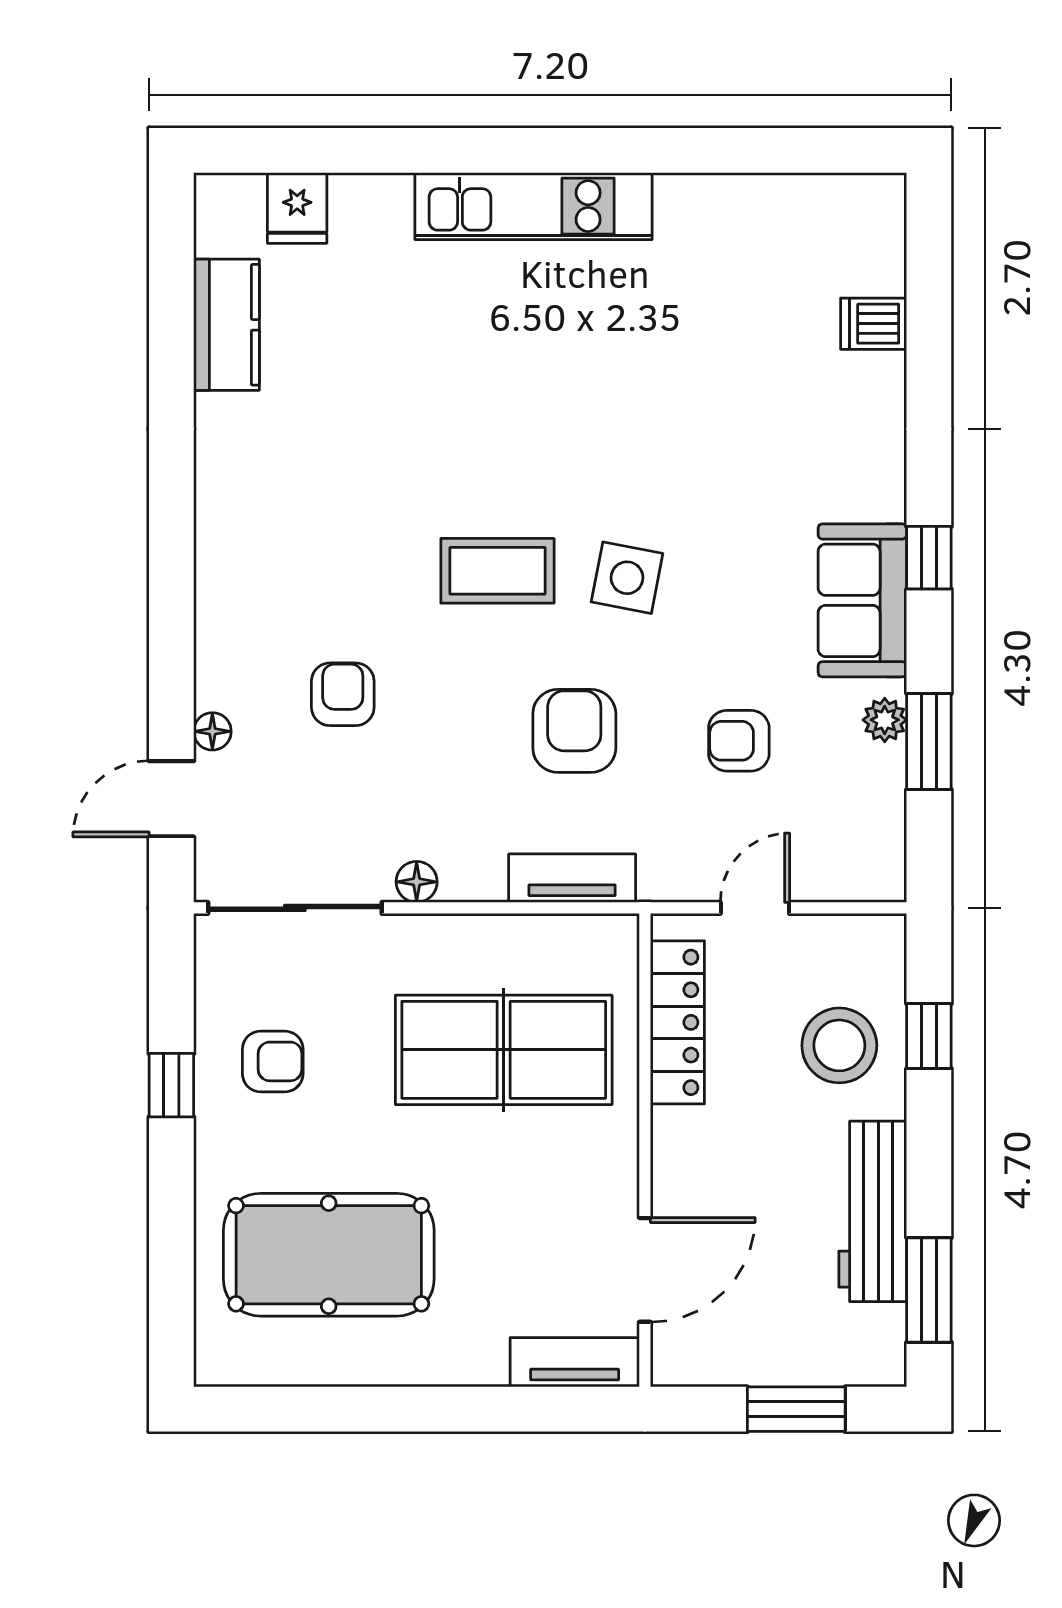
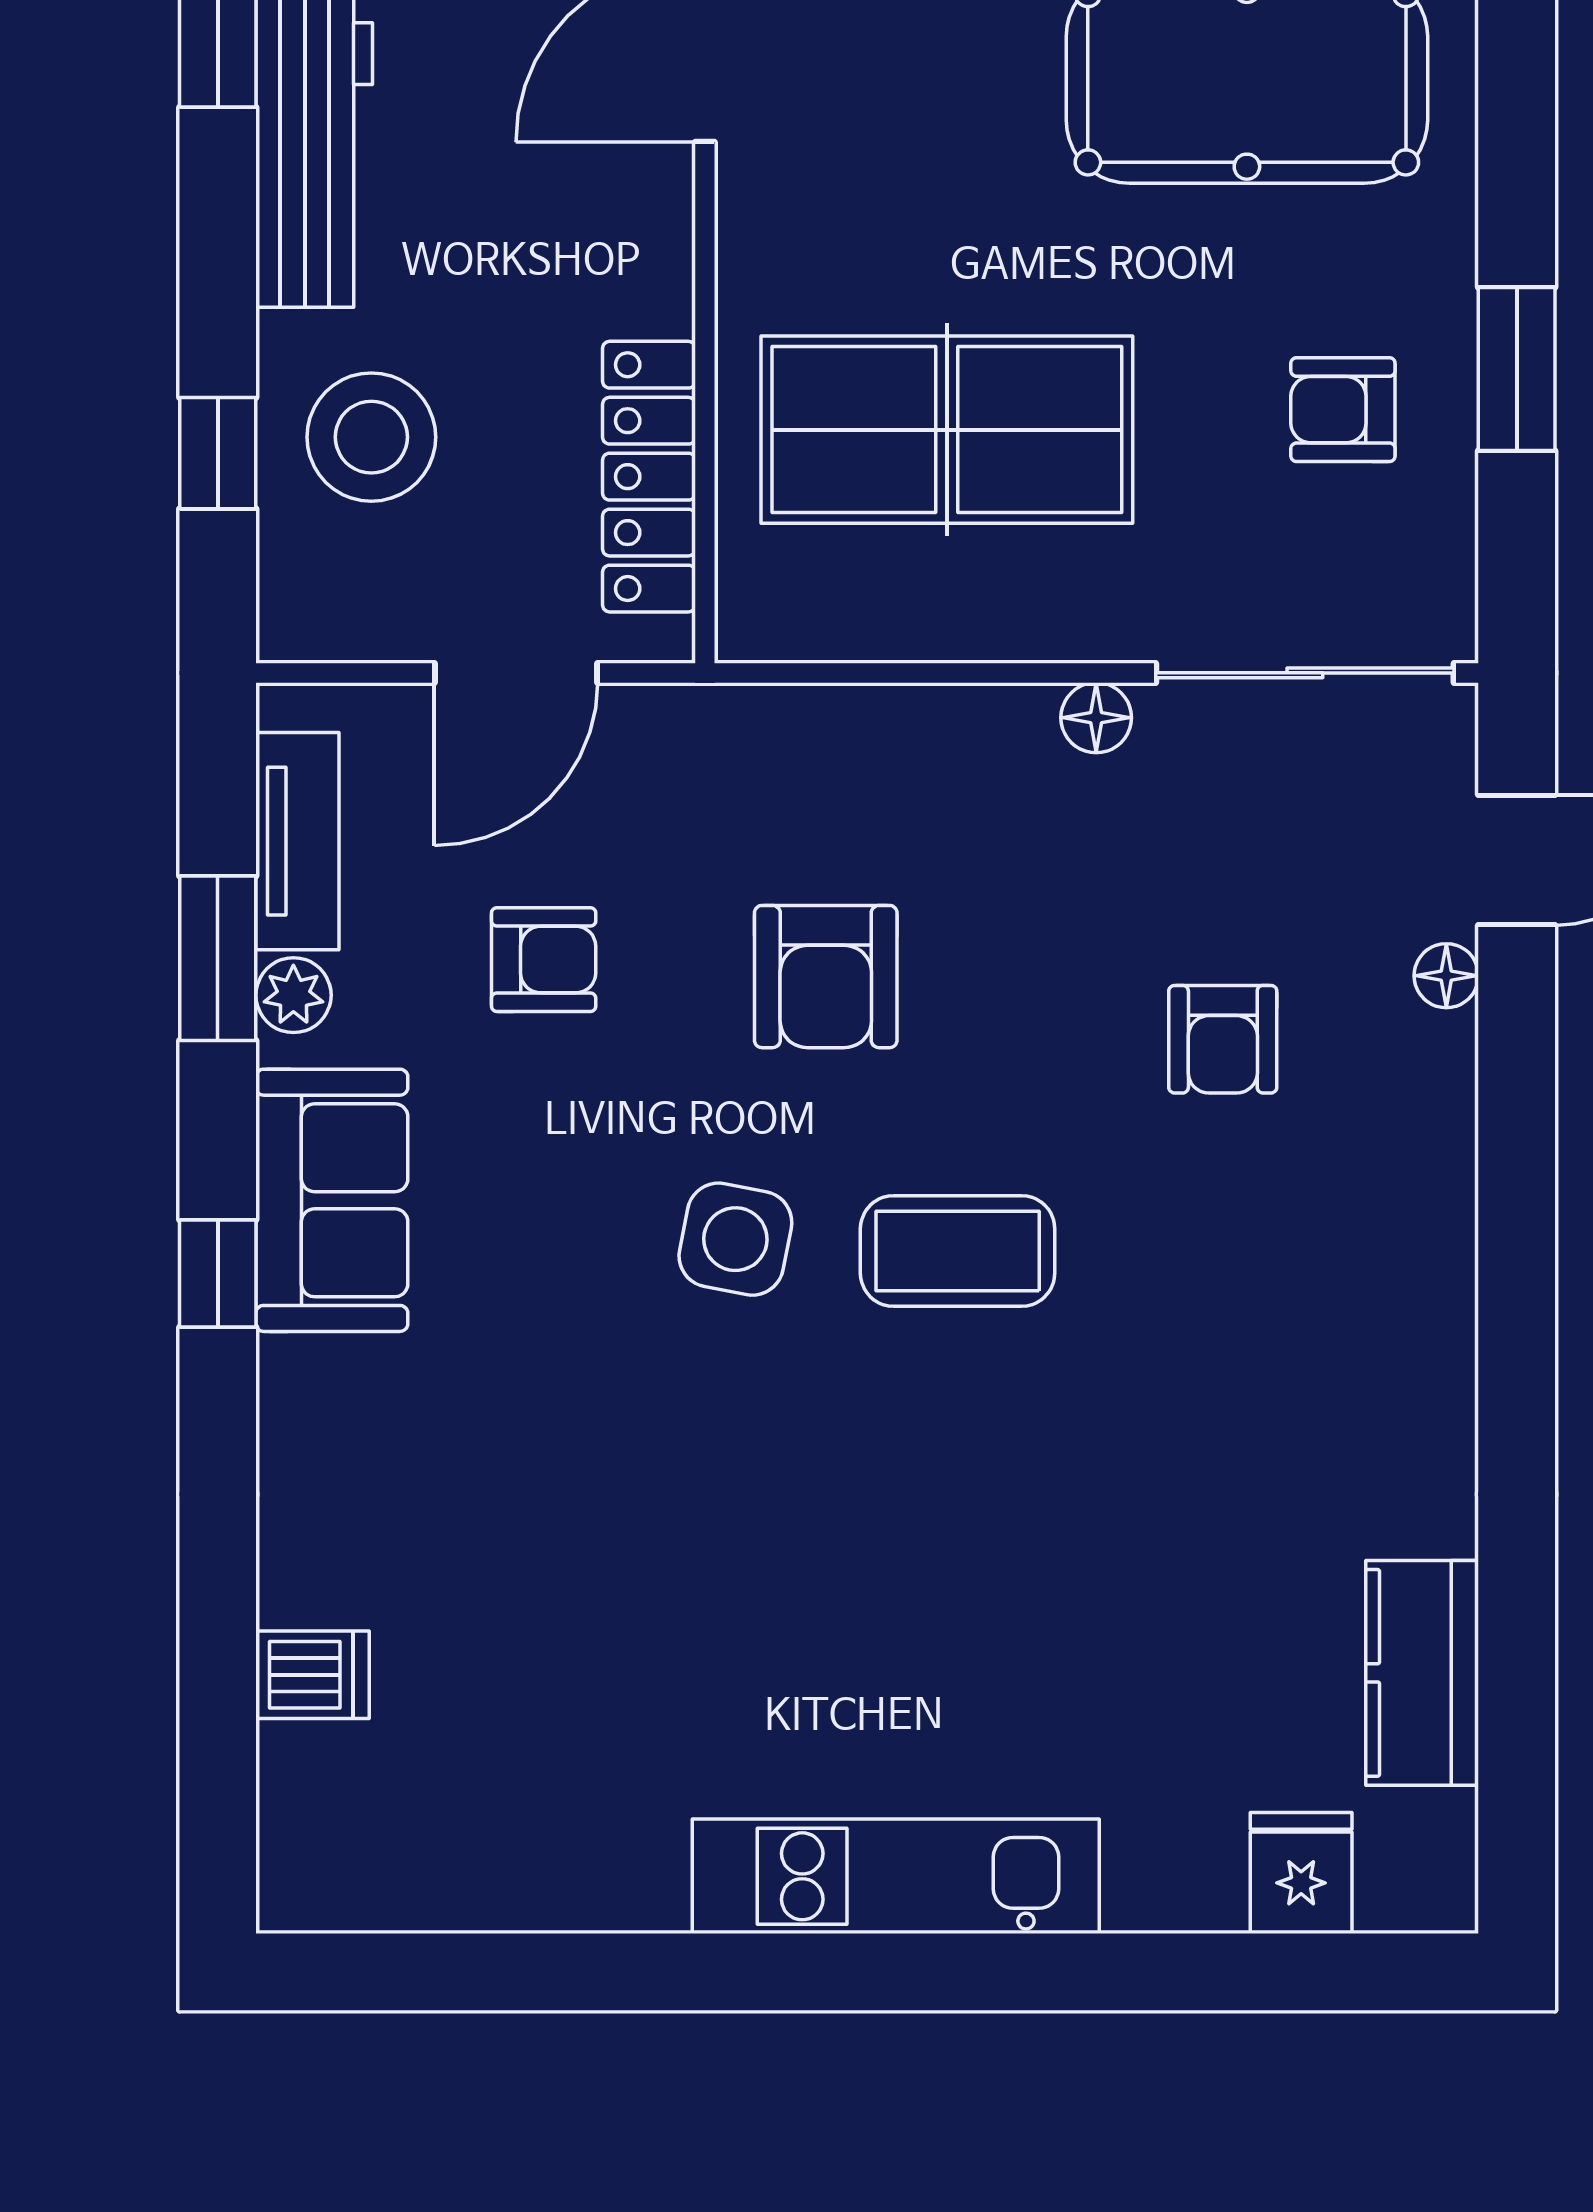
tv unit: (572, 878) -> (297, 841), moved, turned -90
door: (755, 908) -> (516, 673), width x1.38
window: (171, 1085) -> (1517, 369), width x1.50

